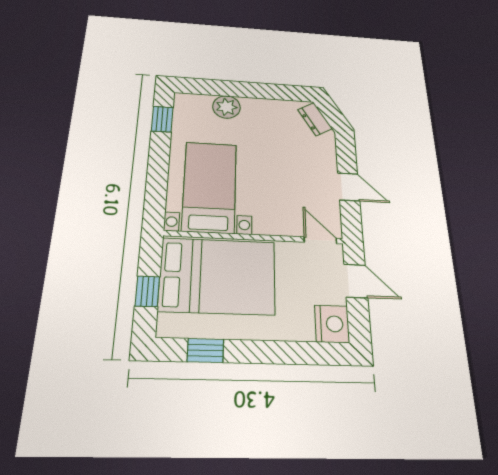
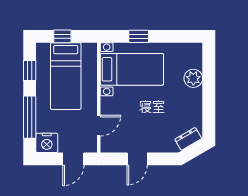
window: (162, 119) -> (139, 36), moved
door: (320, 240) -> (99, 126), moved
bed: (218, 276) -> (66, 76), width x0.67
window: (289, 353) -> (30, 117), added

